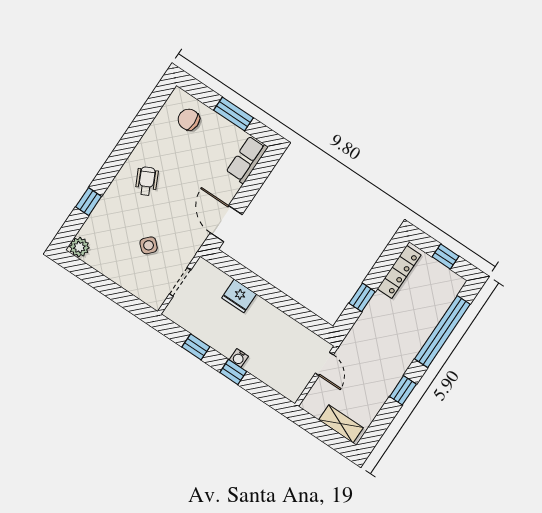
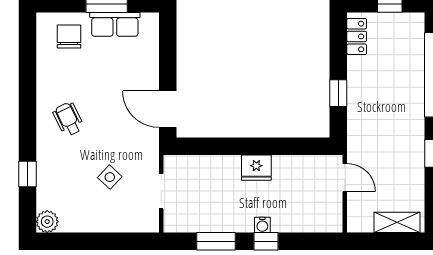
chair: (189, 120) -> (69, 37), turned 90
row of seats: (247, 160) -> (115, 24), moved, turned -90
locker: (399, 272) -> (357, 36), width x0.66
fridge: (239, 296) -> (256, 168), moved
window: (196, 347) -> (216, 241), width x1.50

